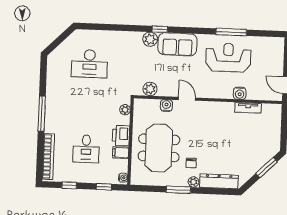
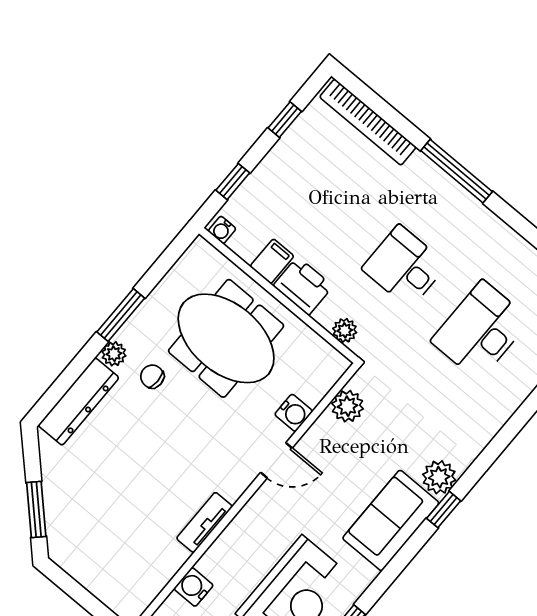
water cooler: (240, 93) -> (194, 587), moved
tv unit: (248, 108) -> (204, 522), moved
desk: (86, 149) -> (404, 267), moved

